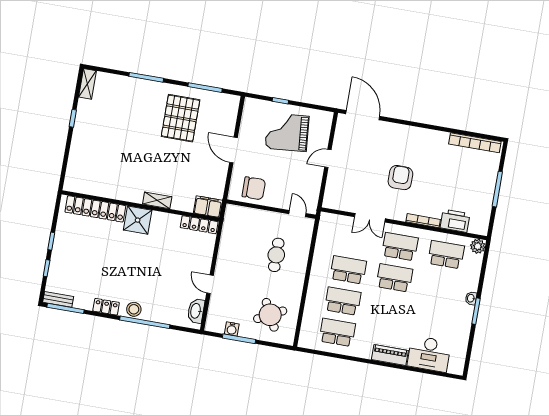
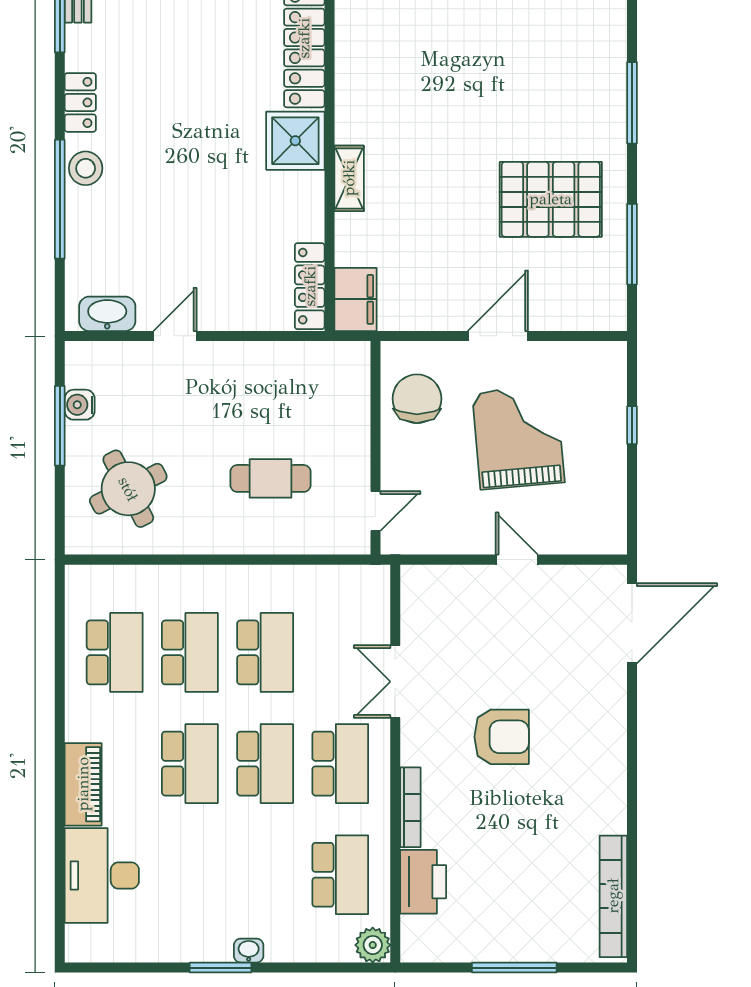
grand piano: (287, 132) -> (518, 437), moved
chair: (254, 188) -> (417, 399), turned 180
school desk: (389, 309) -> (190, 764), added

